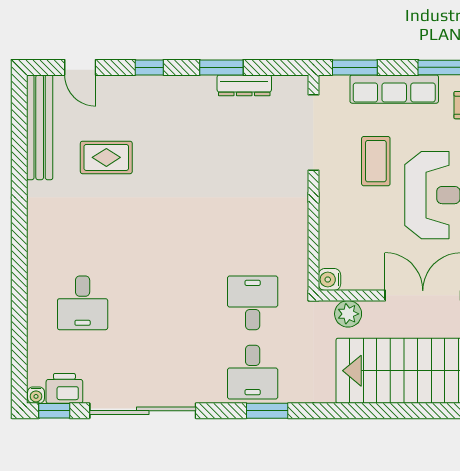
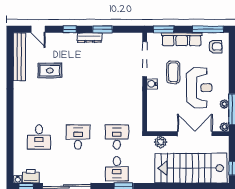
dresser: (244, 85) -> (89, 38), moved
water cooler: (329, 279) -> (152, 84), moved
desk: (168, 303) -> (78, 137), added

